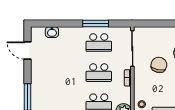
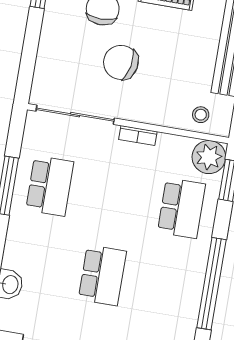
school desk: (99, 73) -> (102, 275), moved

